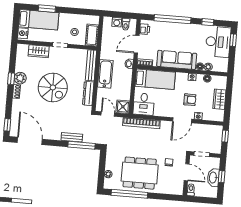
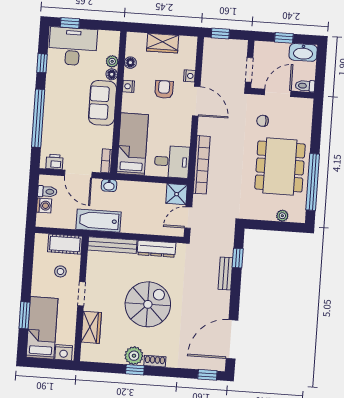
sofa: (177, 60) -> (102, 103), width x0.73
bathtub: (105, 74) -> (99, 221), moved
window: (82, 145) -> (238, 258), width x0.46
washbasin: (213, 178) -> (303, 52), moved

